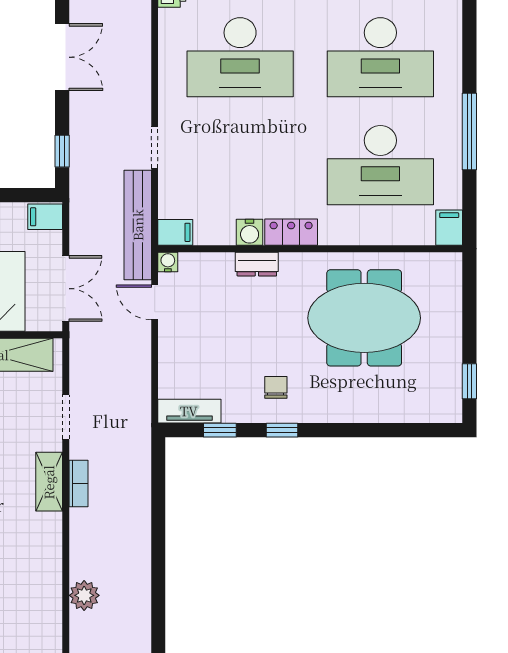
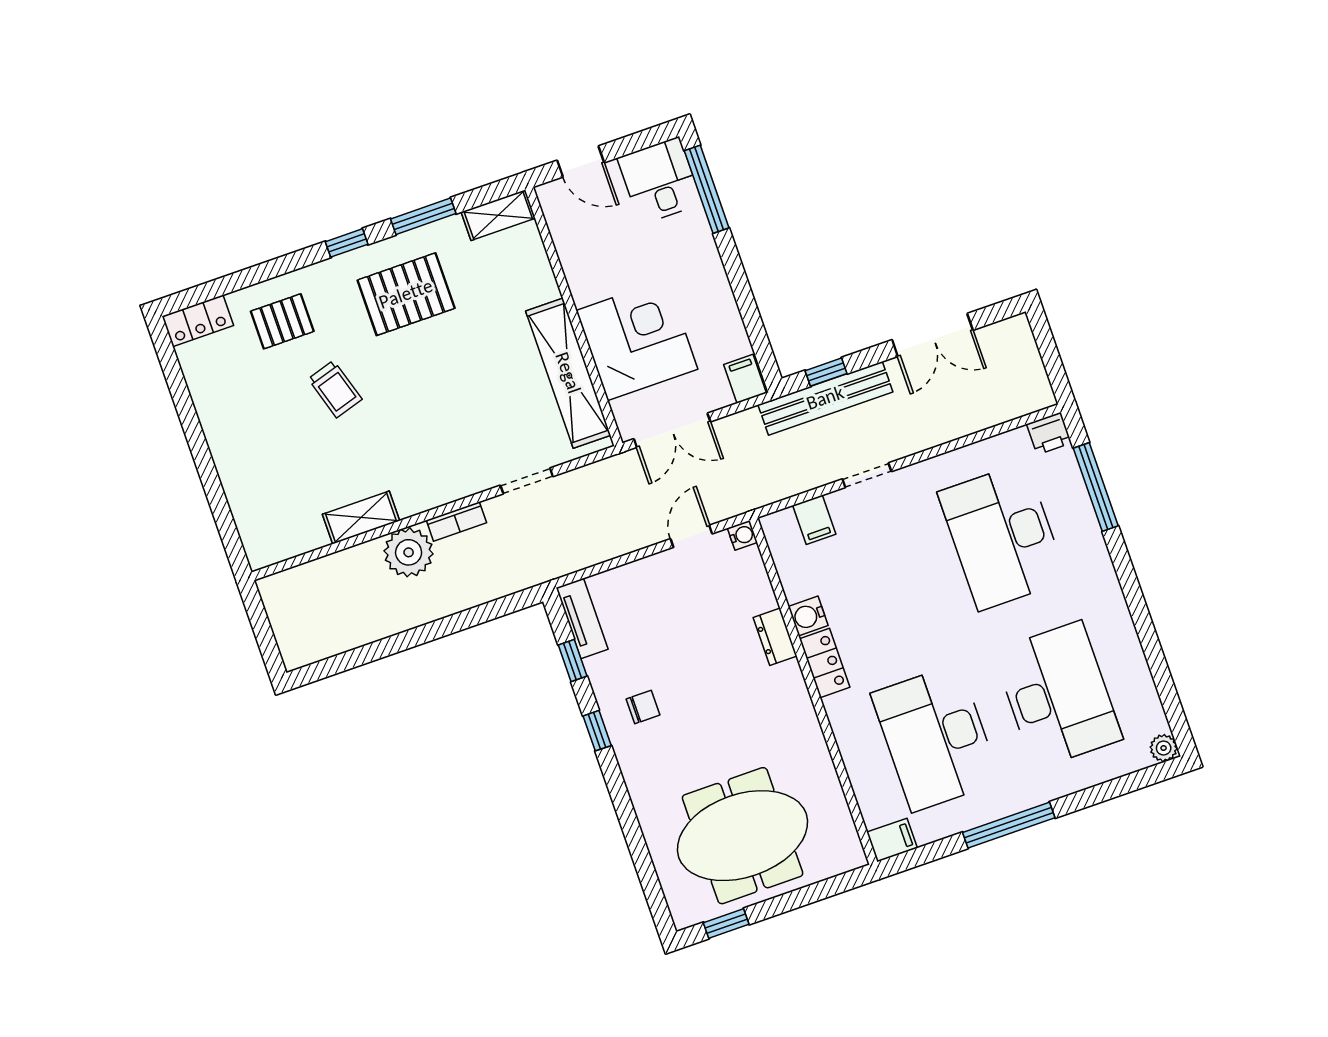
desk: (380, 57) -> (1058, 695), turned 180
bench: (138, 225) -> (825, 398), moved
filing cabinet: (175, 232) -> (814, 520), moved
meeting table: (364, 318) -> (743, 836), moved, turned 90
shelving: (49, 482) -> (361, 518), moved
plant: (84, 595) -> (409, 552), moved, width x1.36, depth x1.36

